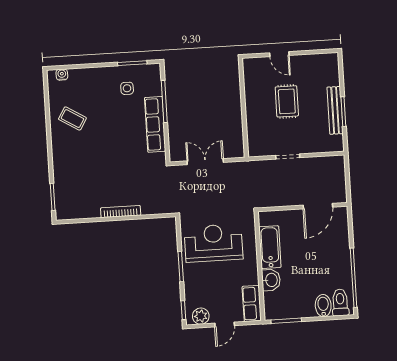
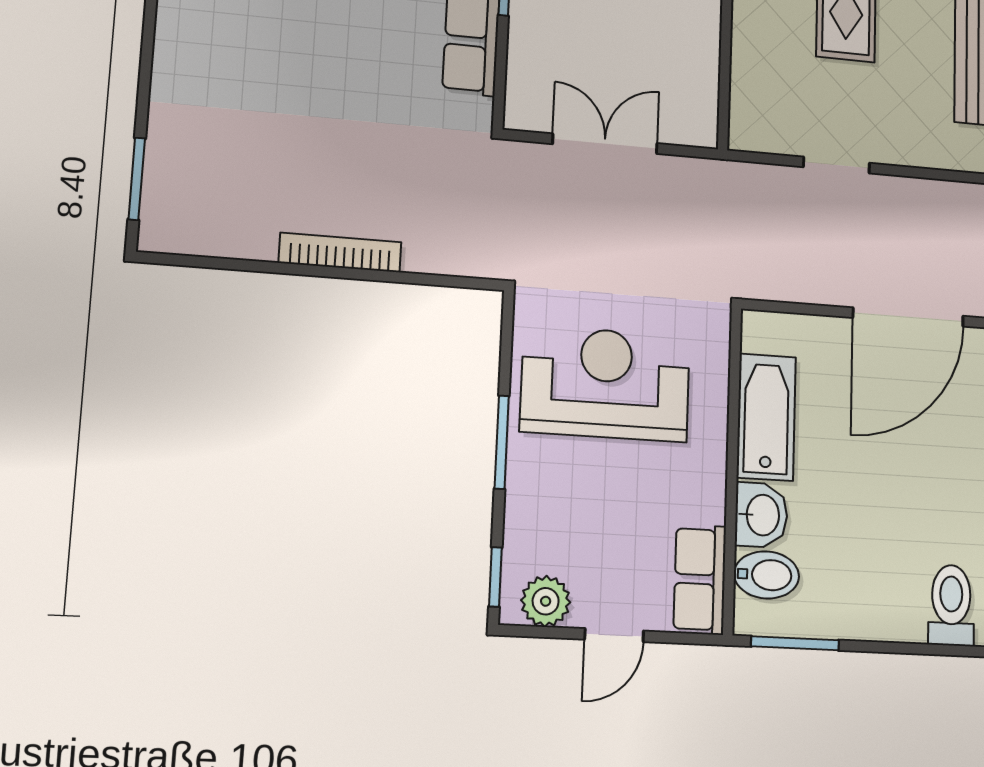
door: (318, 206) -> (908, 317), width x1.36
bidet: (323, 306) -> (766, 575), moved, turned 90

